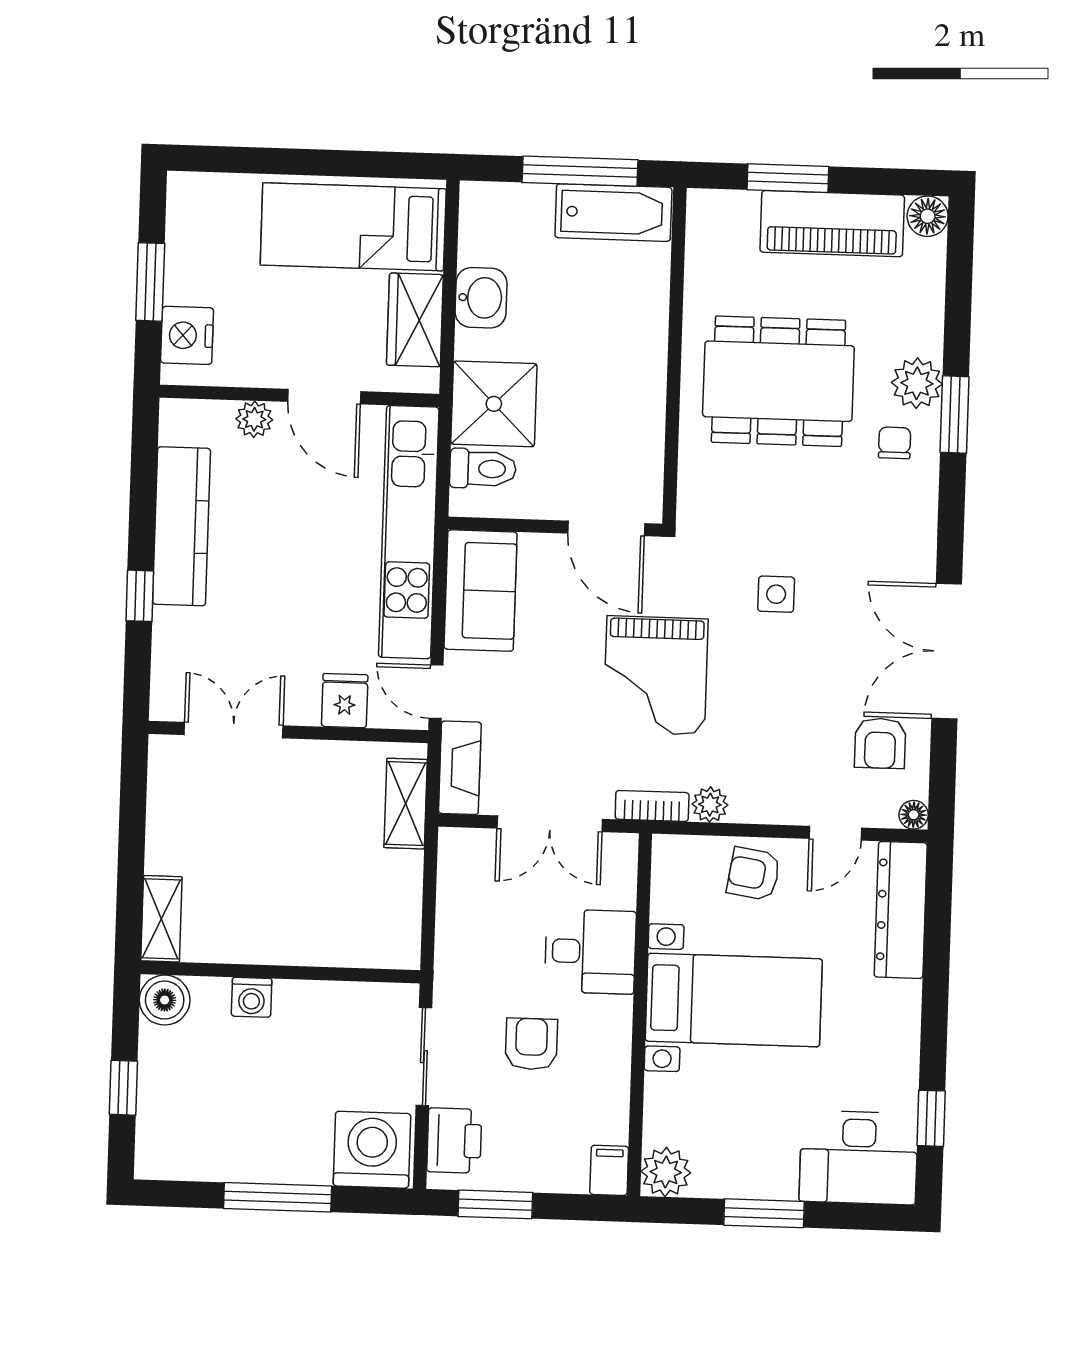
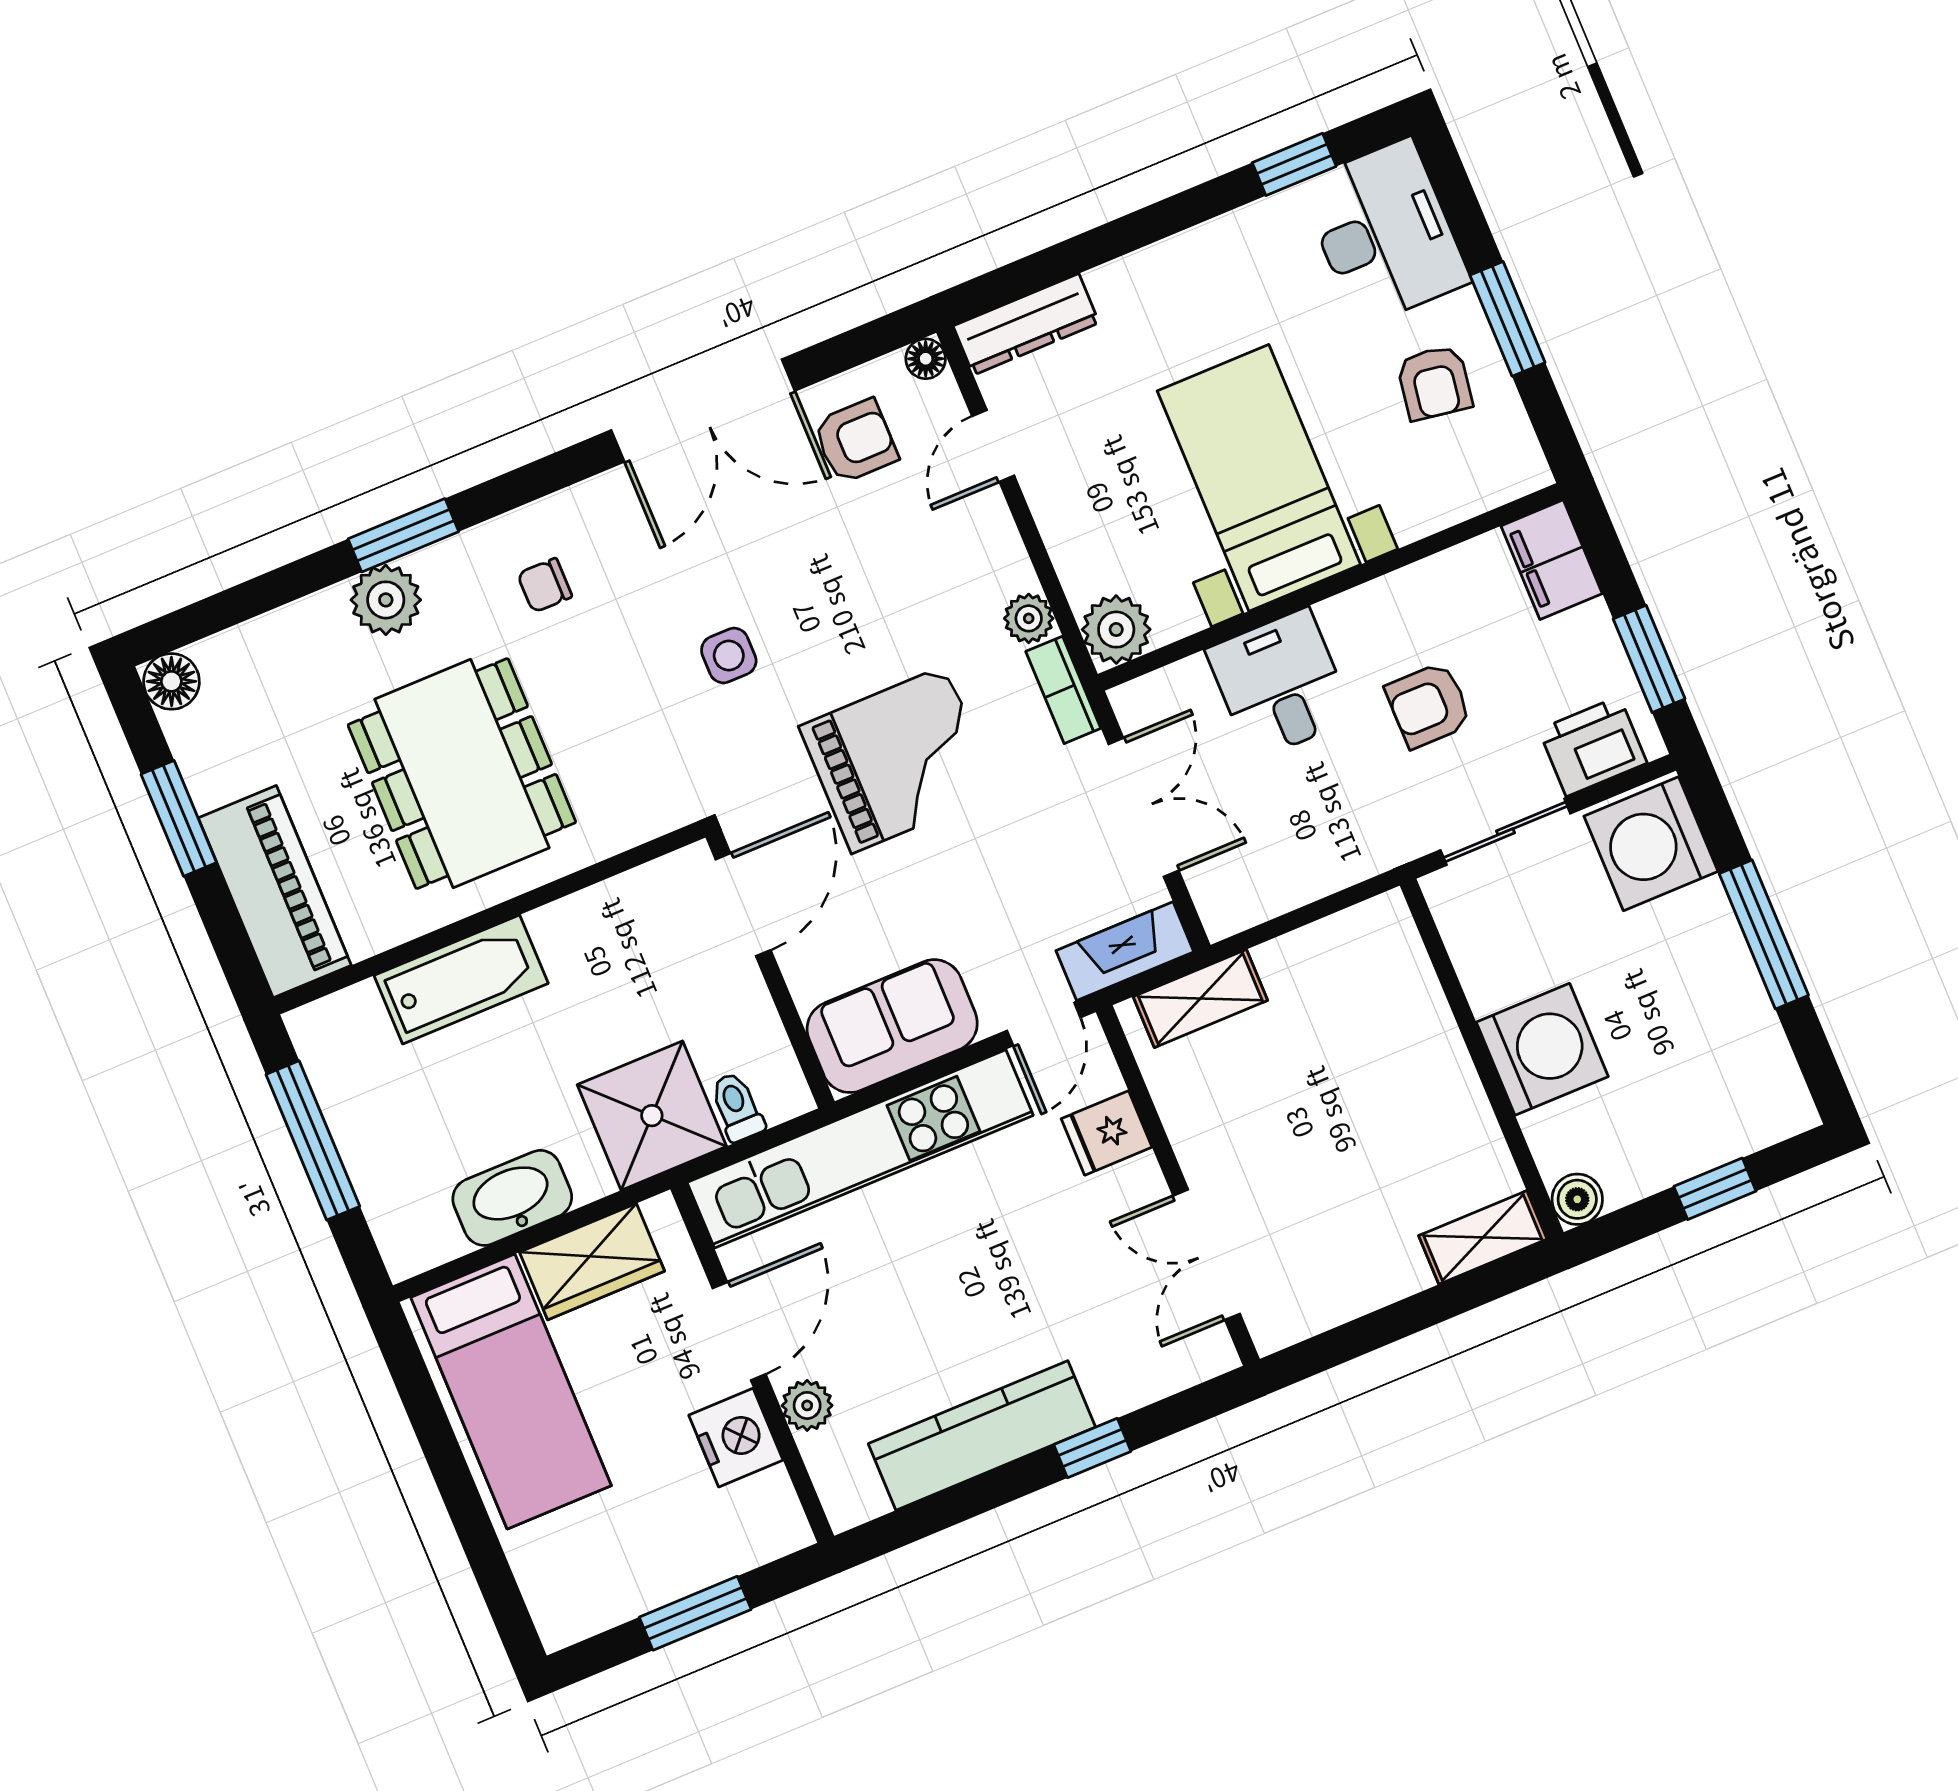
window: (788, 178) -> (179, 818), moved
bathtub: (613, 213) -> (461, 979), moved, turned 90
piano: (832, 224) -> (275, 892), moved
washbasin: (481, 298) -> (512, 1198), width x1.38
nightstand: (187, 335) -> (736, 1438), moved, turned -90
chair: (895, 443) -> (545, 585), moved
toilet: (483, 469) -> (737, 1107), width x0.73, depth x0.72
door: (835, 833) -> (993, 446), swing flipped
armchair: (754, 874) -> (1434, 383), moved
dresser: (901, 910) -> (1026, 324), width x0.73, depth x0.80
washing machine: (252, 997) -> (1542, 1049), width x1.89, depth x1.89
boiler: (165, 1000) -> (1577, 1199), width x0.73, depth x0.73
filing cabinet: (609, 1170) -> (1552, 560), width x2.00
plant: (666, 1172) -> (1116, 630), moved

